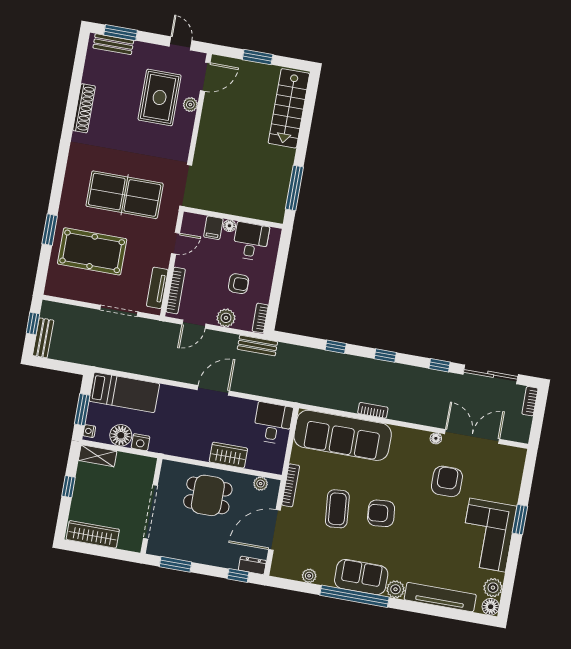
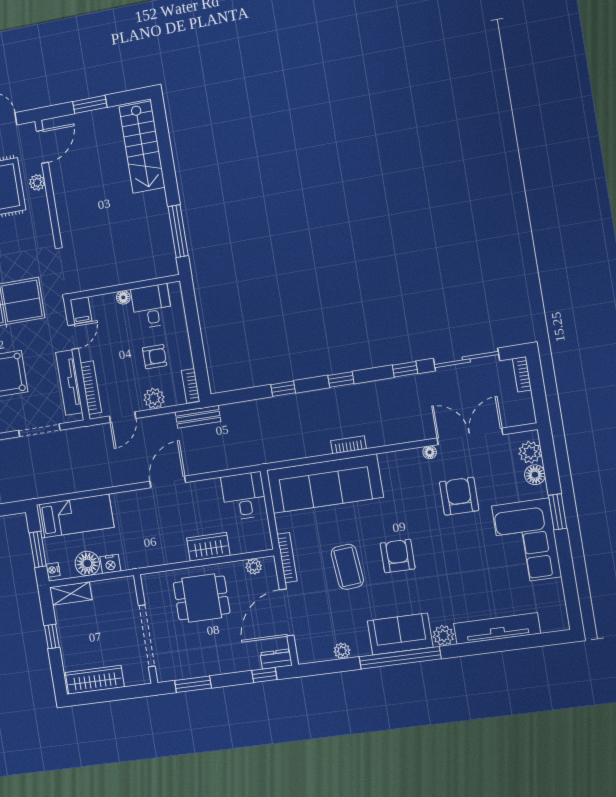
filing cabinet: (213, 228) -> (81, 310), moved
tv unit: (157, 288) -> (69, 383), width x1.41
armchair: (381, 513) -> (398, 556), turned 95
plant: (493, 588) -> (530, 452), moved
floor lamp: (491, 607) -> (535, 475), moved

